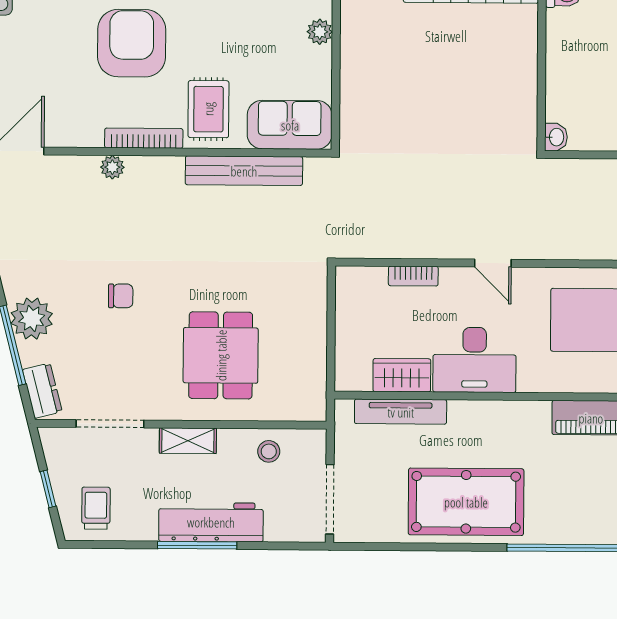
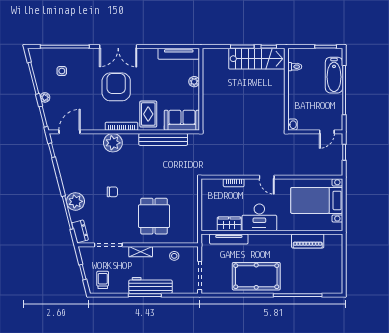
plant: (112, 167) -> (113, 143), width x1.87, depth x1.87

